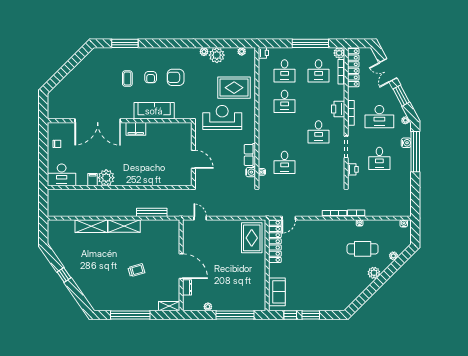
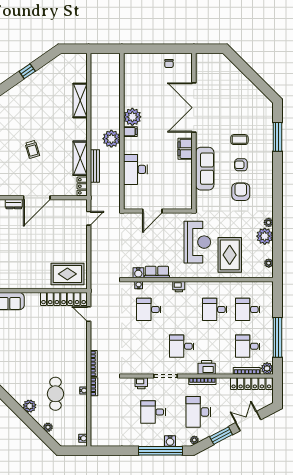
printer: (263, 53) -> (179, 287), moved
desk: (62, 175) -> (135, 169), moved
filing cabinet: (93, 180) -> (130, 132), moved
plant: (126, 197) -> (111, 139), added
locker: (171, 224) -> (82, 186), added
shelving: (124, 226) -> (80, 158), moved

